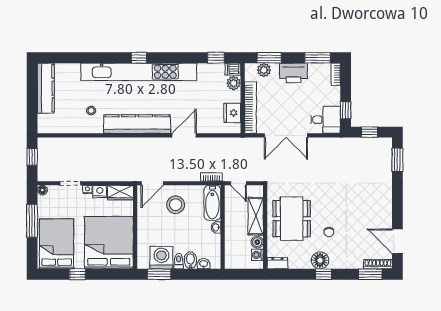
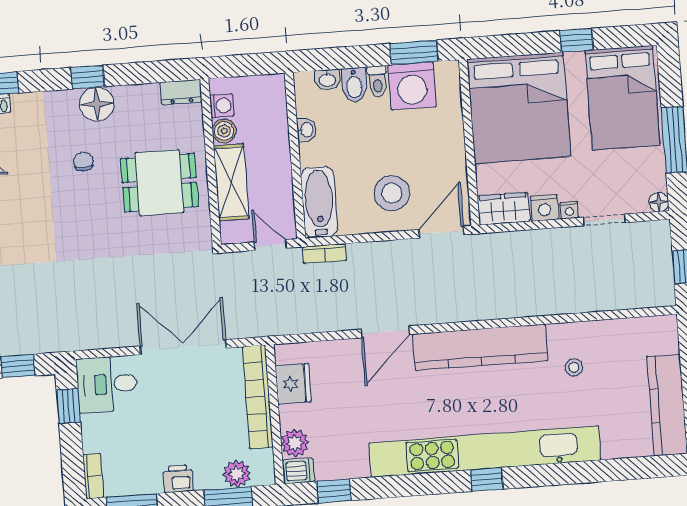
printer: (293, 73) -> (178, 479), width x0.53, depth x0.68
dining table: (292, 219) -> (159, 183), width x0.73
washbasin: (216, 227) -> (306, 130), moved

